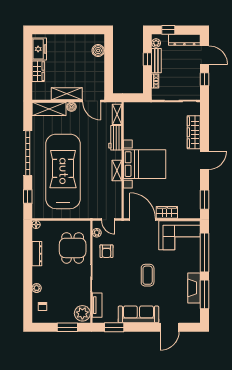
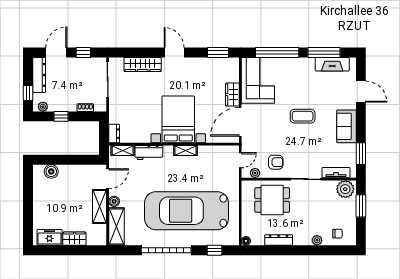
bench: (156, 61) -> (62, 106), removed
dresser: (132, 107) -> (114, 134), added
fireplace: (194, 288) -> (332, 64), moved
sofa: (138, 314) -> (346, 126), width x0.73

